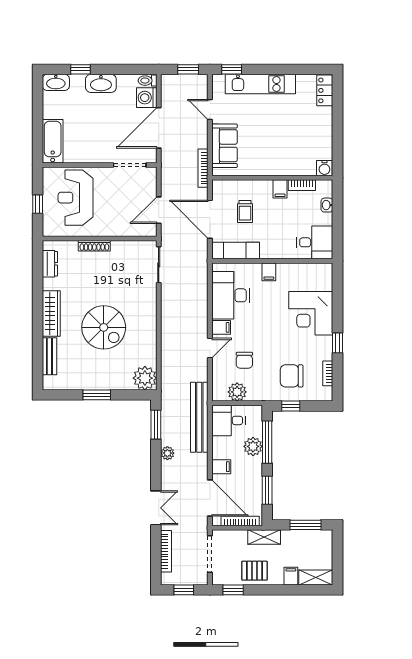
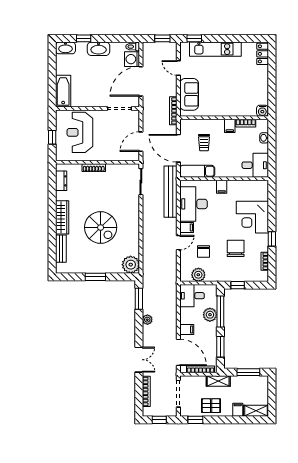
chair: (292, 376) -> (236, 248), moved, turned 90
bench: (199, 417) -> (171, 192), moved

